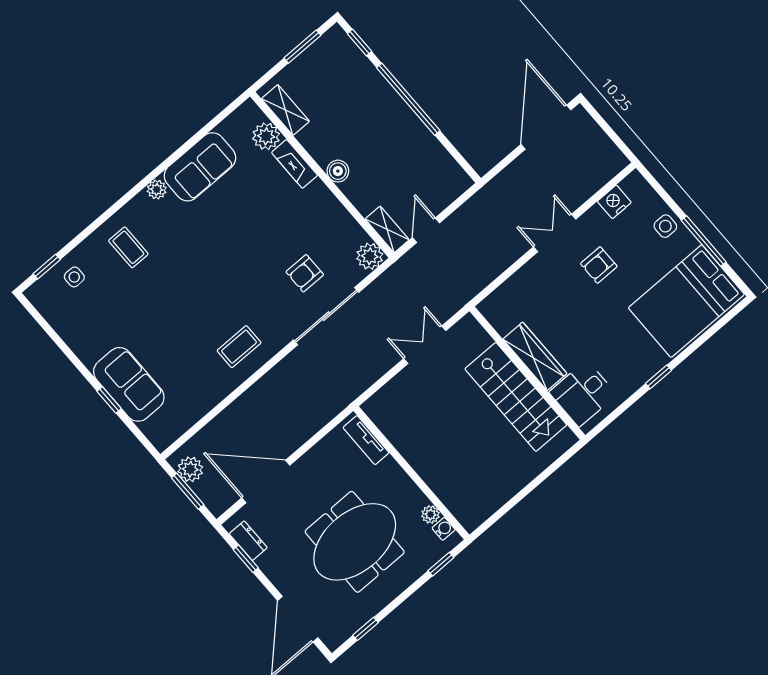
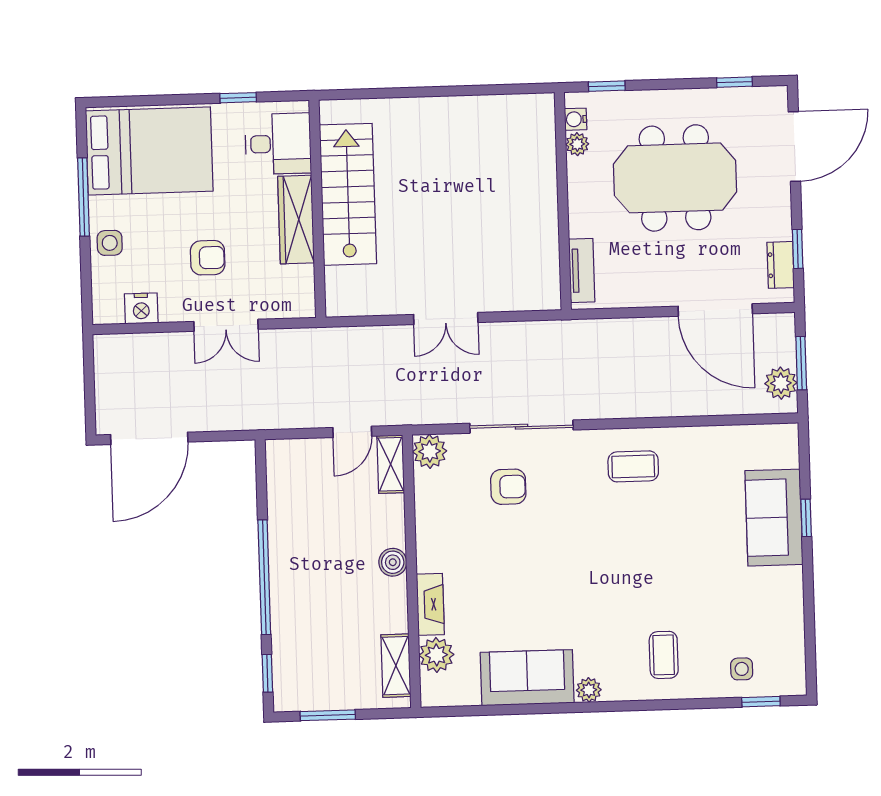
wardrobe: (535, 356) -> (296, 220), moved
wall: (527, 373) -> (317, 209), moved
desk: (583, 393) -> (278, 144), moved
stairs: (516, 397) -> (348, 194), moved

